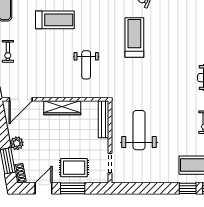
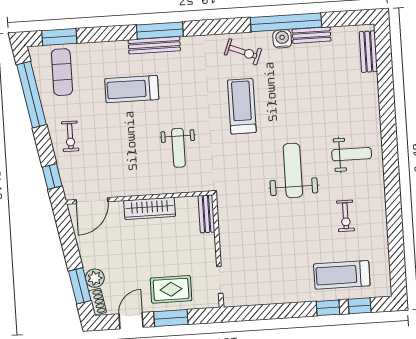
treadmill: (55, 20) -> (132, 89), turned 180
bench: (104, 119) -> (207, 214), width x0.73
weight bench: (139, 130) -> (293, 170), moved
plant: (17, 143) -> (95, 278), moved

